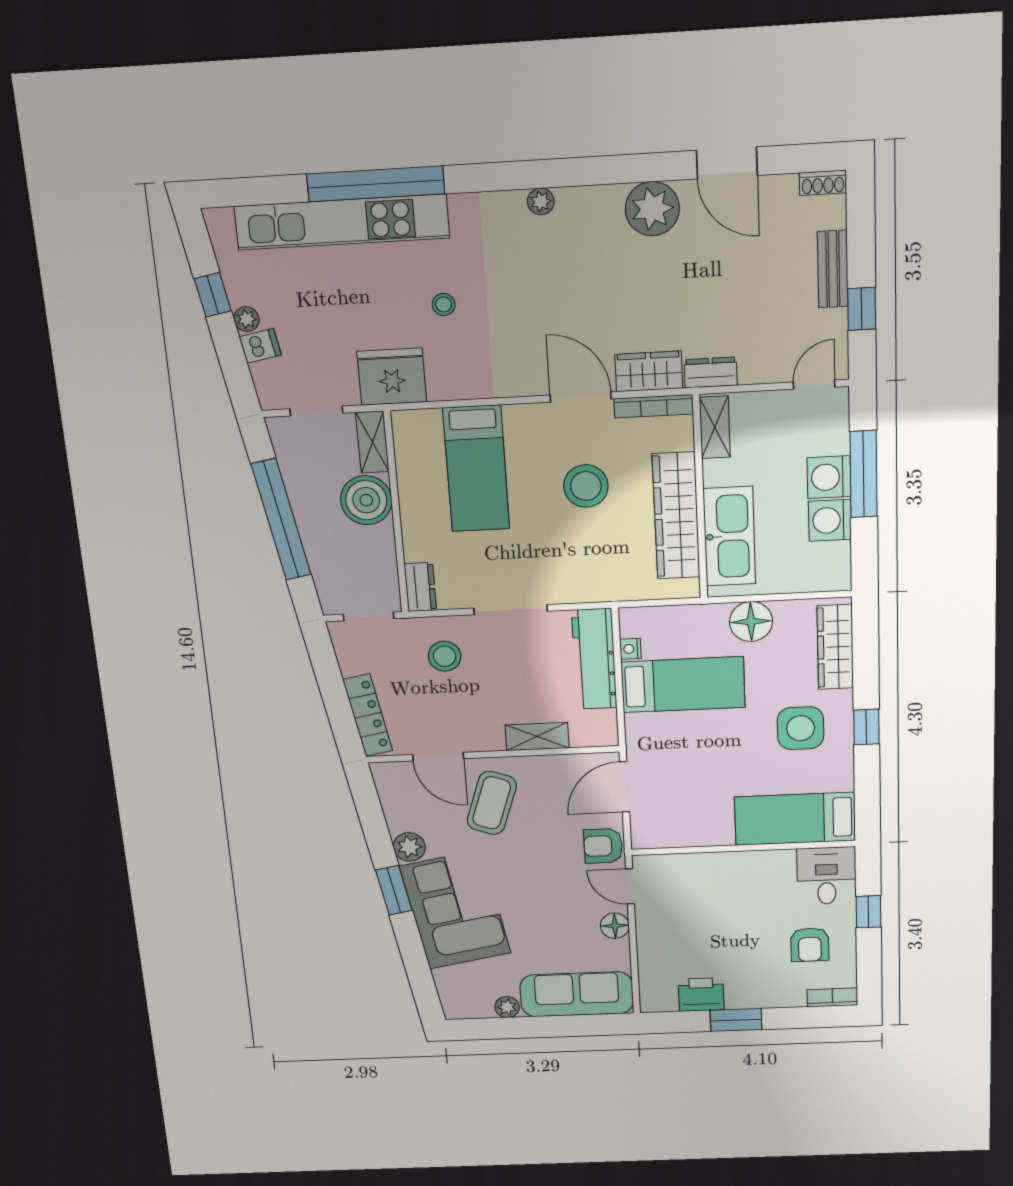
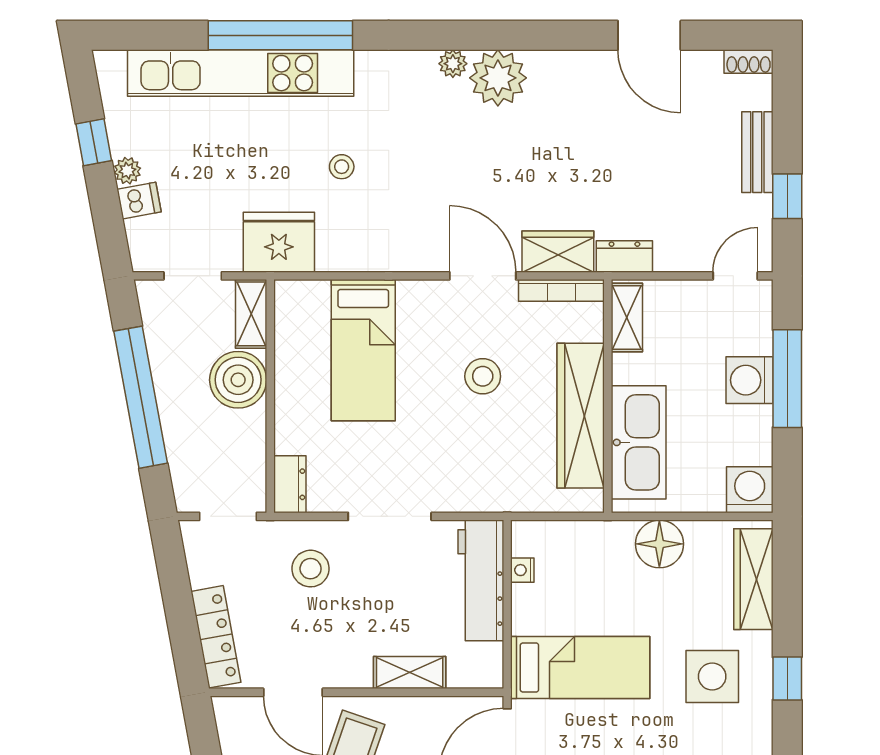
plant: (652, 209) -> (498, 78), moved
stool: (586, 486) -> (483, 376), width x0.73, depth x0.73
washing machine: (830, 520) -> (750, 490), moved, turned 90
bed: (683, 685) -> (580, 668), moved

